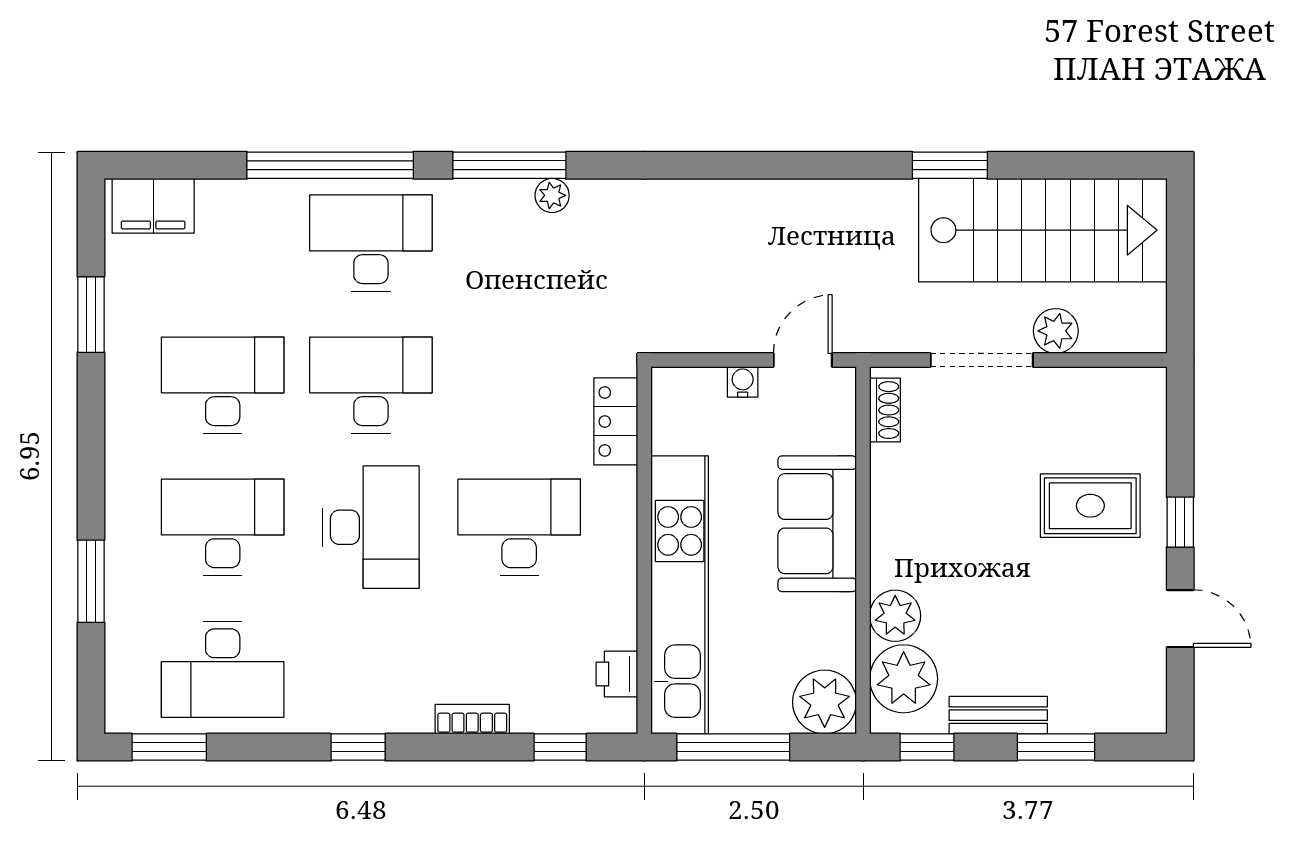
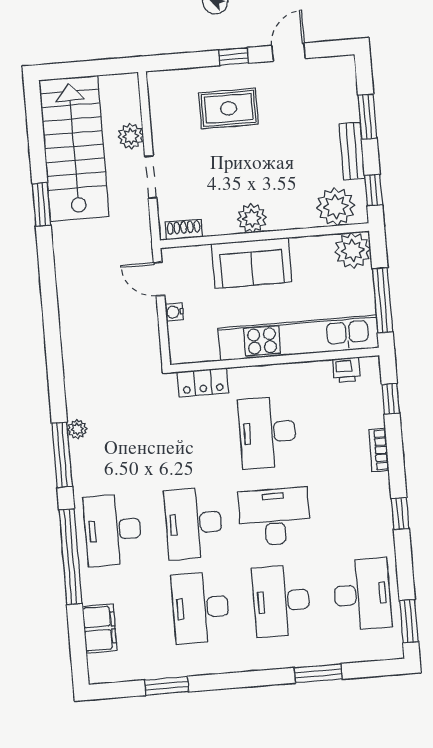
filing cabinet: (153, 206) -> (100, 628), moved
doorway: (982, 360) -> (151, 177), width x0.73
rug: (1090, 506) -> (229, 108), turned 90
plant: (895, 616) -> (252, 218), moved

